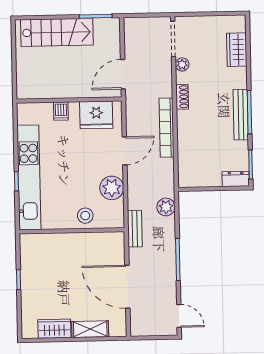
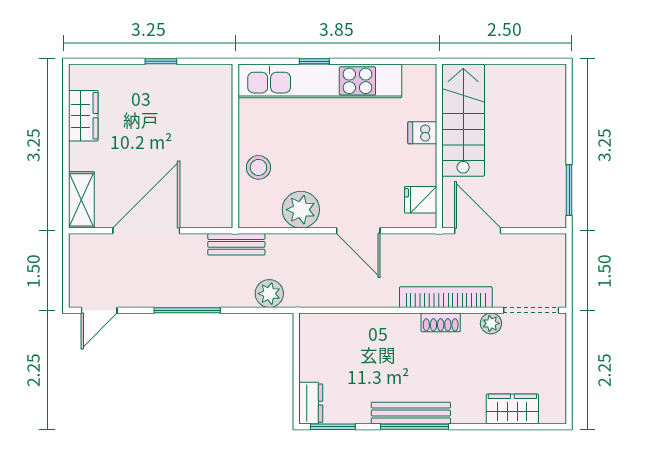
stairs: (57, 32) -> (463, 120), moved, turned 180
fridge: (96, 115) -> (421, 200), width x0.53, depth x0.75
bookcase: (167, 128) -> (446, 297), moved
shelving: (90, 329) -> (81, 200), moved

